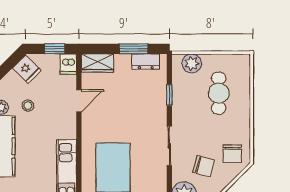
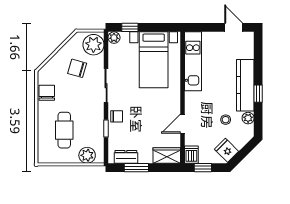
chair: (157, 109) -> (117, 116), added
chair: (232, 154) -> (47, 93), moved

